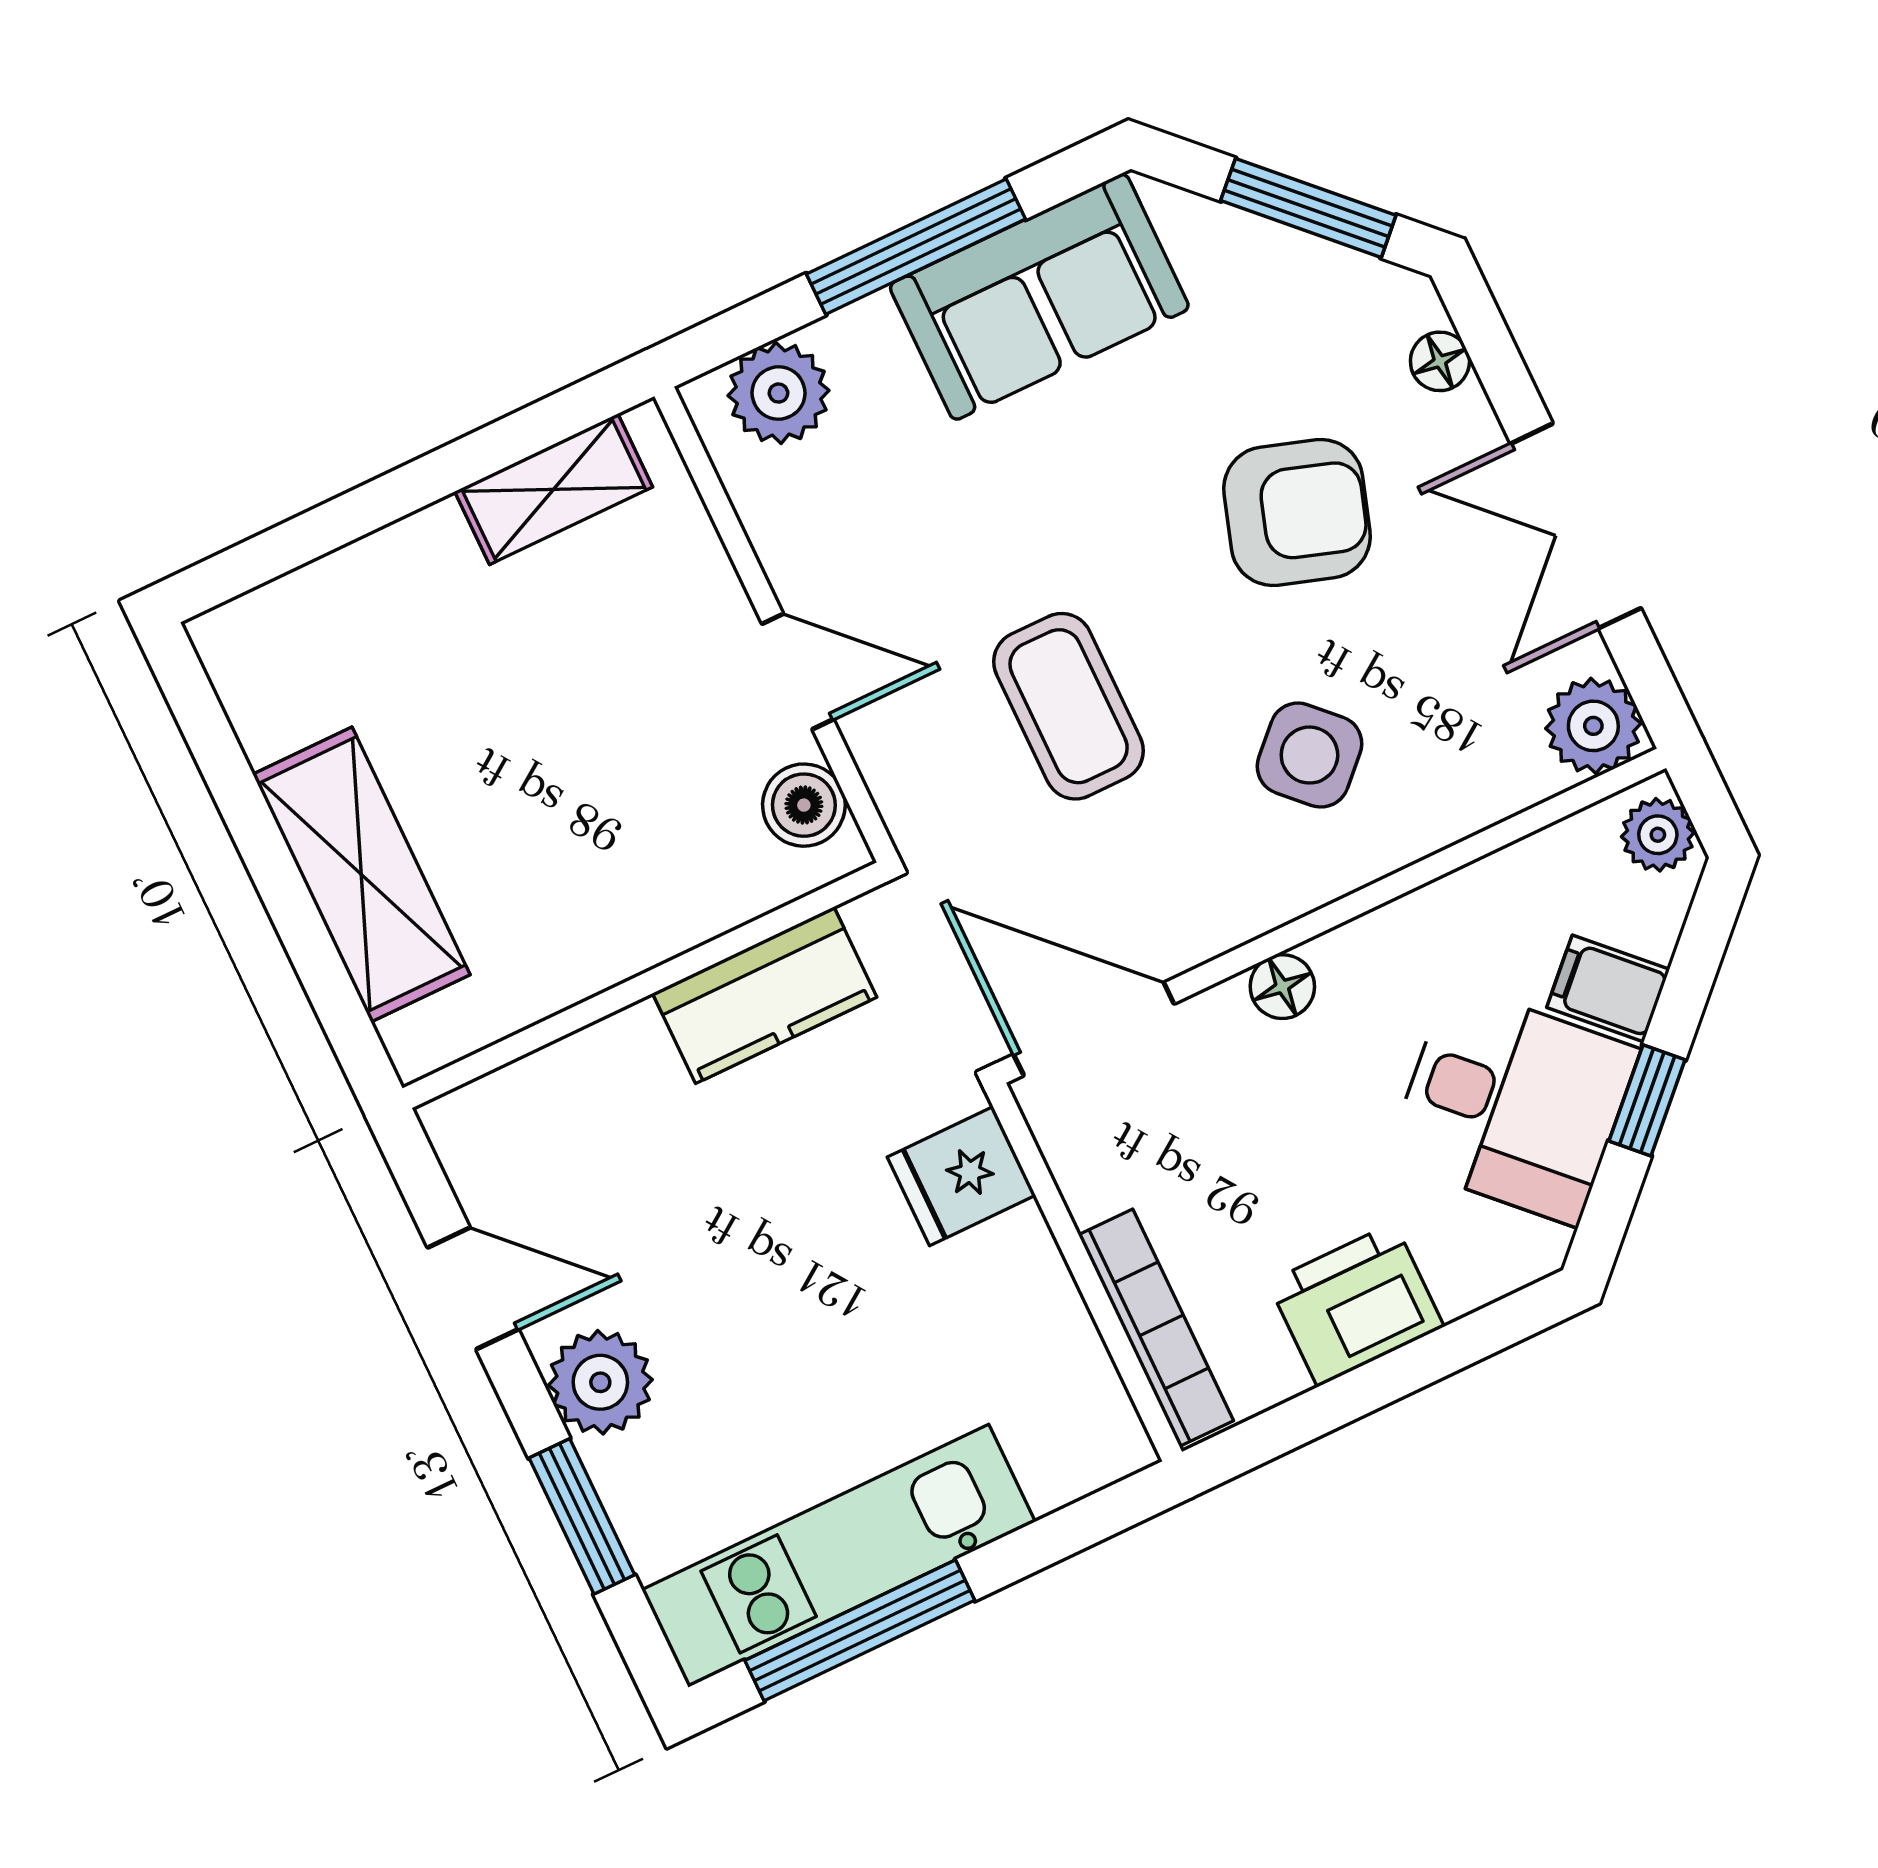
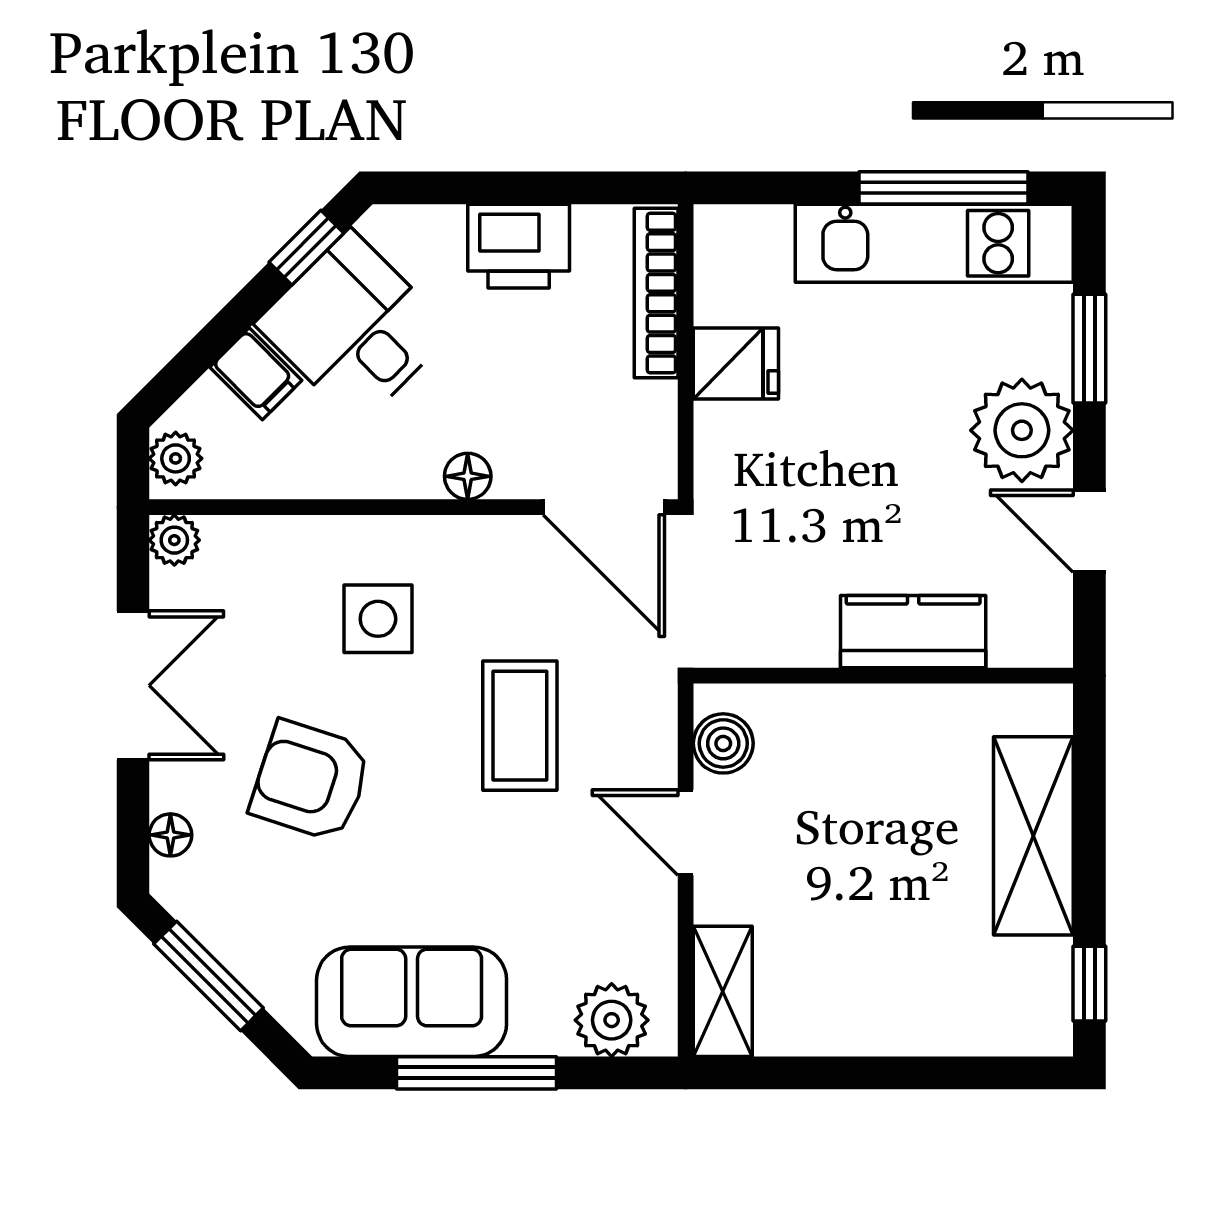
shelving: (554, 489) -> (723, 991), moved, turned 90
window: (203, 723) -> (1089, 984), added
plant: (1593, 726) -> (174, 540), width x0.73, depth x0.73
side table: (1309, 755) -> (378, 619), turned 45
kitchen counter: (765, 995) -> (913, 632), moved
window: (1647, 1100) -> (306, 248), moved
fridge: (961, 1176) -> (736, 364), moved
plant: (600, 1382) -> (1022, 430), width x1.36, depth x1.36

